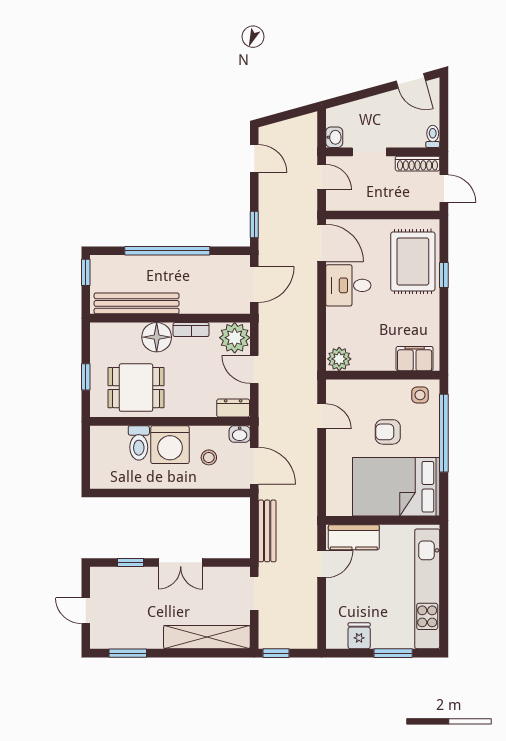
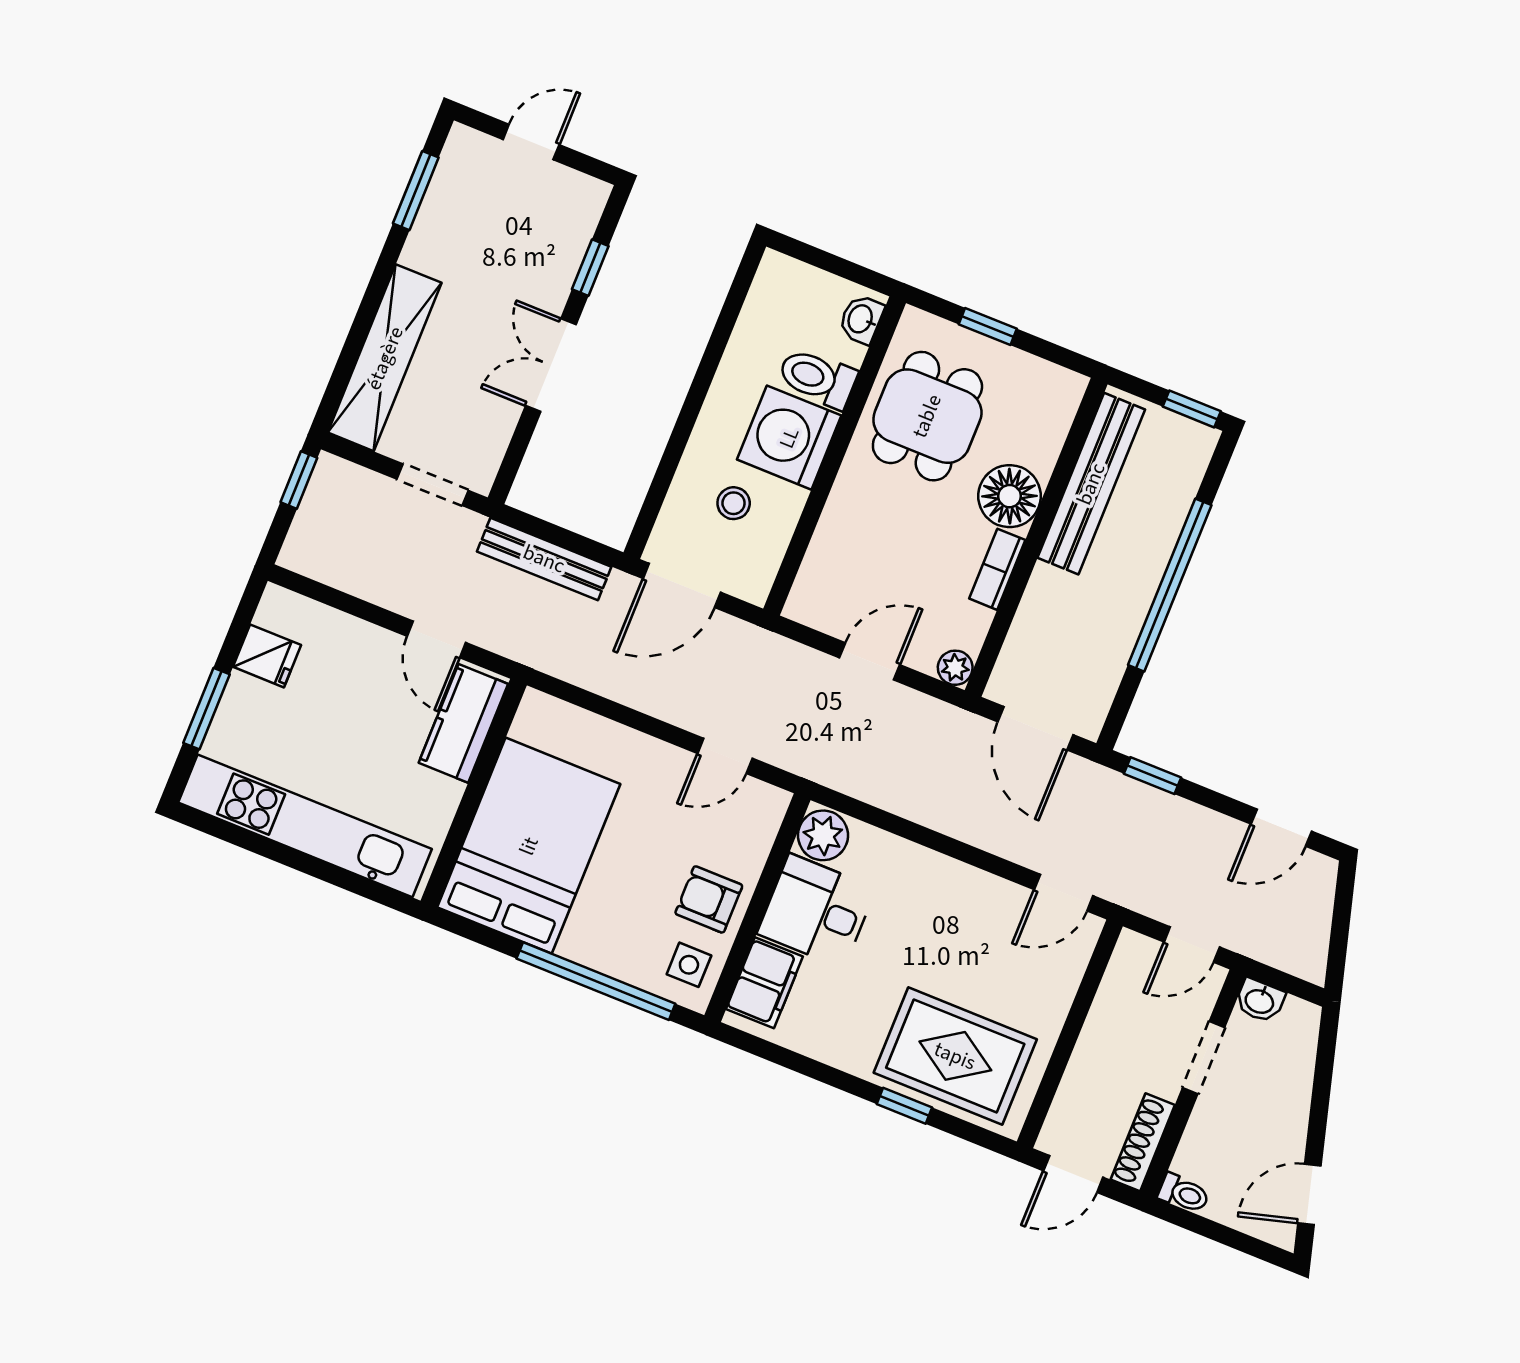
door: (322, 243) -> (1064, 893), width x0.73
desk: (348, 285) -> (817, 911), moved, turned -90
plant: (235, 338) -> (955, 668), width x0.53, depth x0.53
dresser: (233, 408) -> (811, 590), removed
armchair: (388, 432) -> (709, 899), moved, turned -90
washbasin: (240, 434) -> (861, 319), moved

